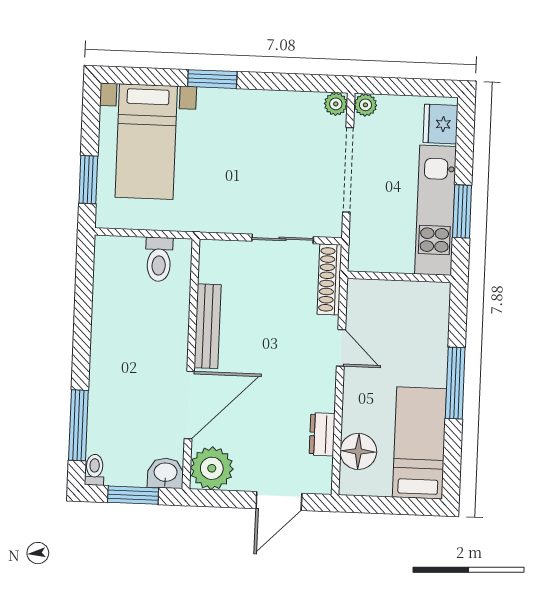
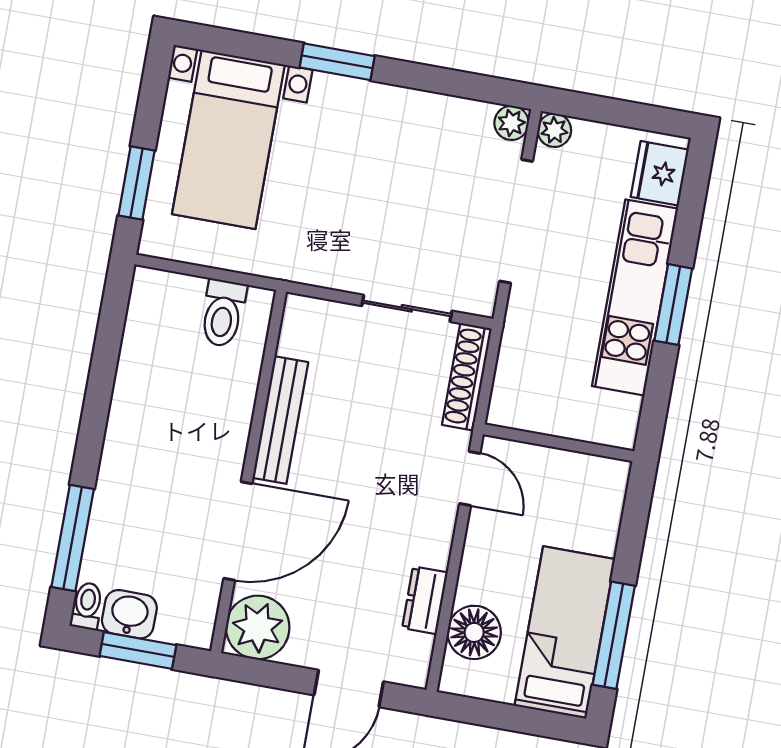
wall: (399, 277) -> (559, 443), moved
window: (455, 383) -> (614, 635), moved
washbasin: (166, 473) -> (129, 614), moved

